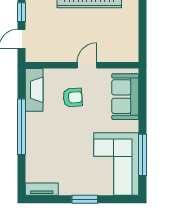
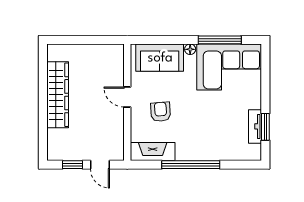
floor lamp: (133, 126) -> (190, 49), added
tv unit: (42, 189) -> (255, 126), moved
window: (85, 199) -> (265, 127), moved

